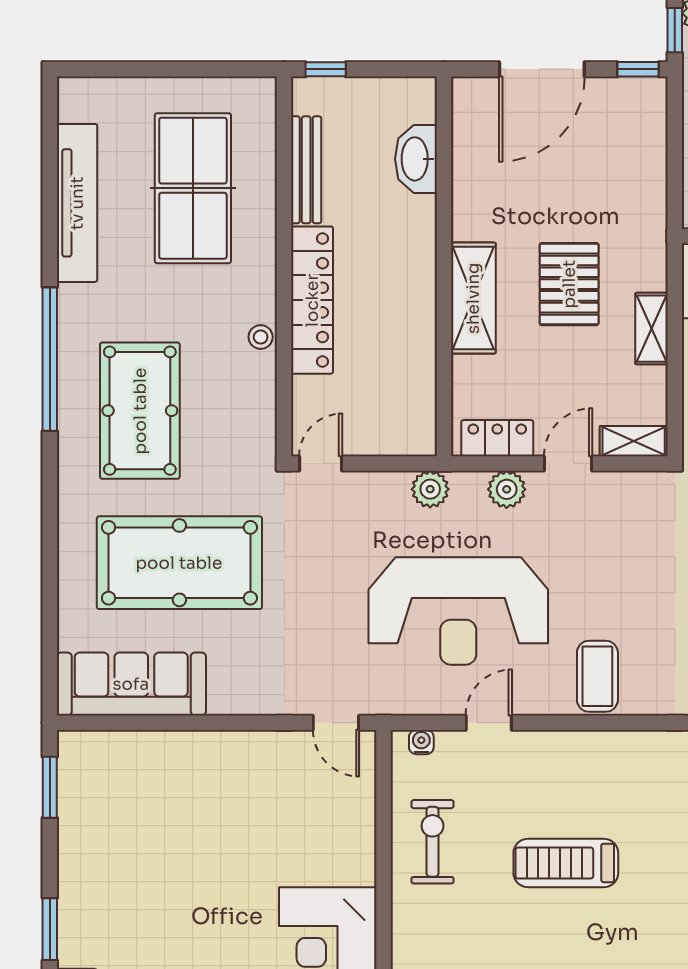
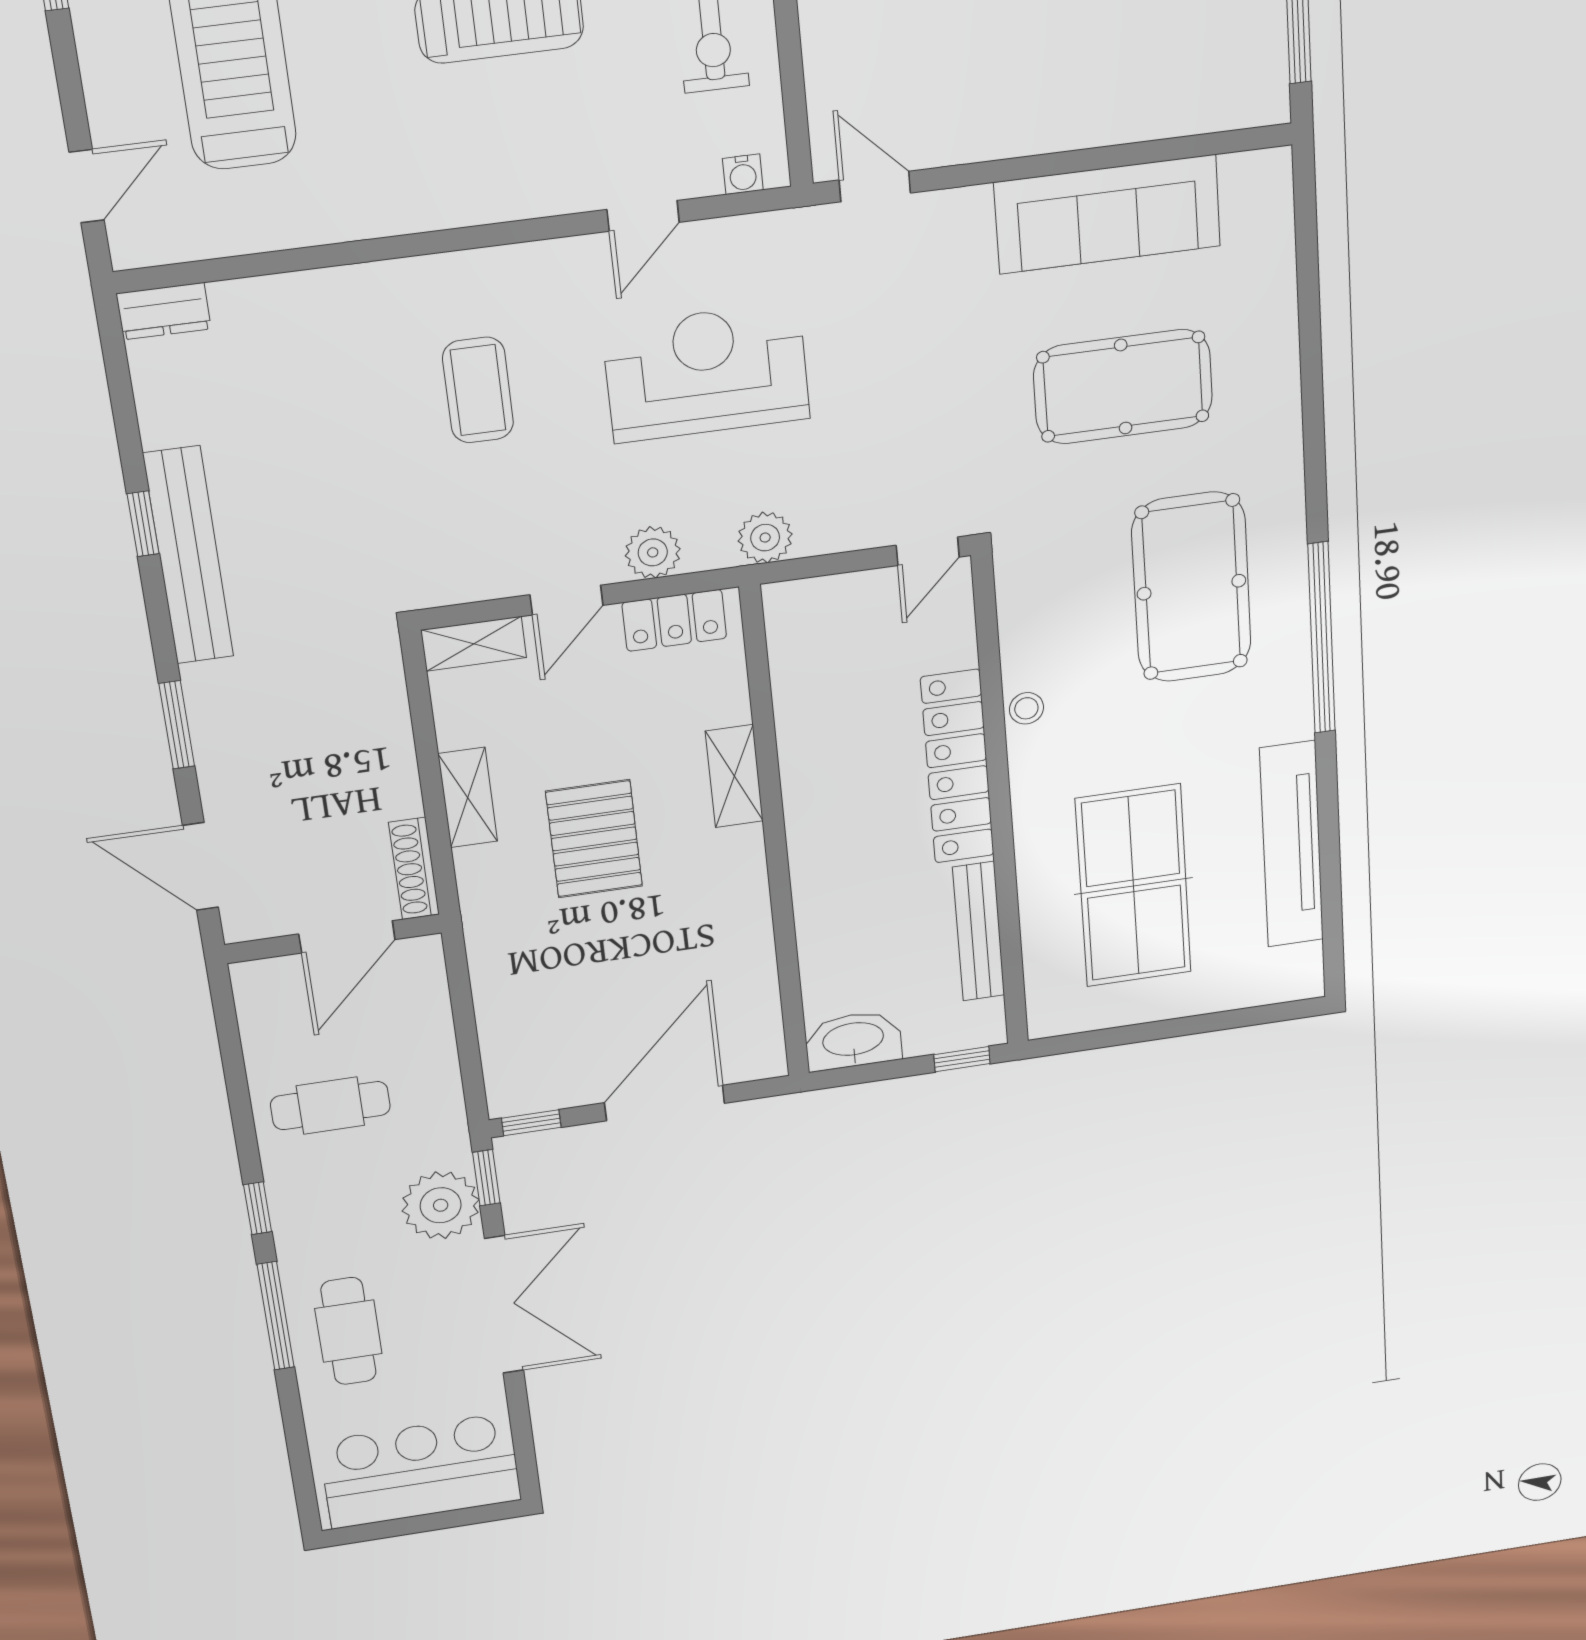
washbasin: (416, 159) -> (853, 1041), moved, turned -90
shelving: (473, 298) -> (734, 776), width x0.67, depth x0.75
pool table: (179, 563) -> (1123, 387), width x0.73, depth x0.76
reception desk: (458, 611) -> (706, 372), width x0.74, depth x0.77
coffee table: (597, 676) -> (478, 390), moved
sofa: (131, 684) -> (1108, 214), moved

